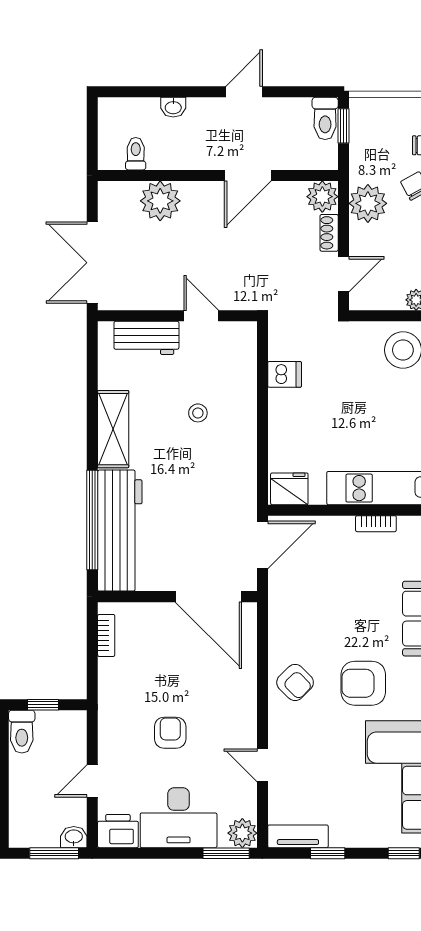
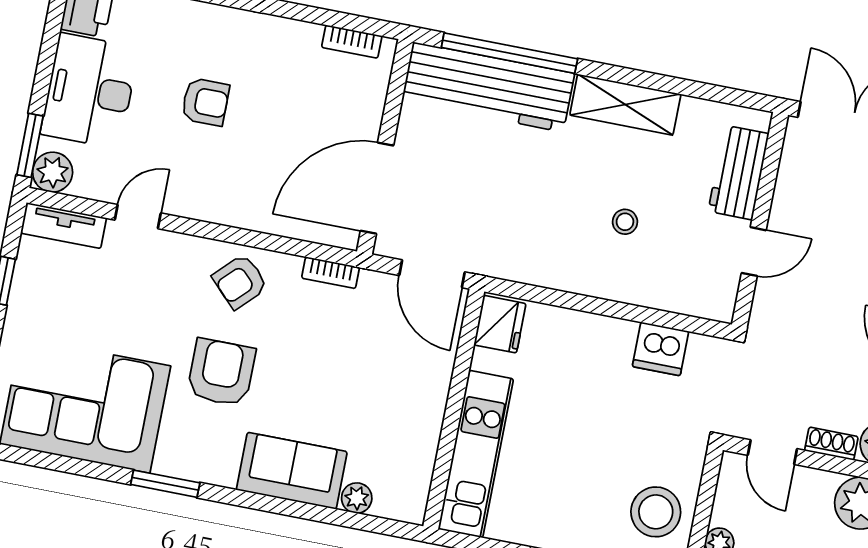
dishwasher: (285, 374) -> (661, 349), width x1.38
bookcase: (376, 524) -> (331, 273), moved, turned -90
tv unit: (298, 836) -> (64, 225), moved, turned 90

